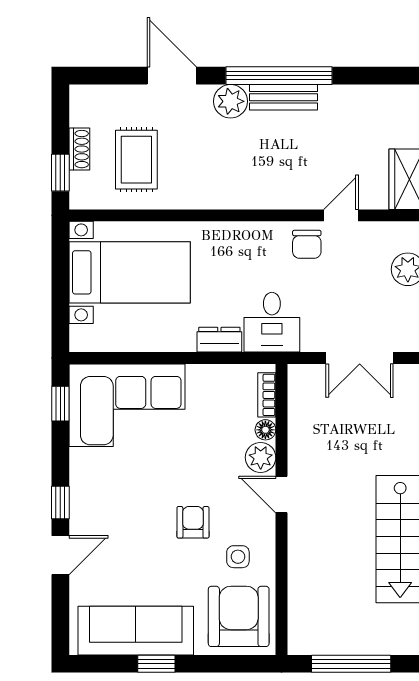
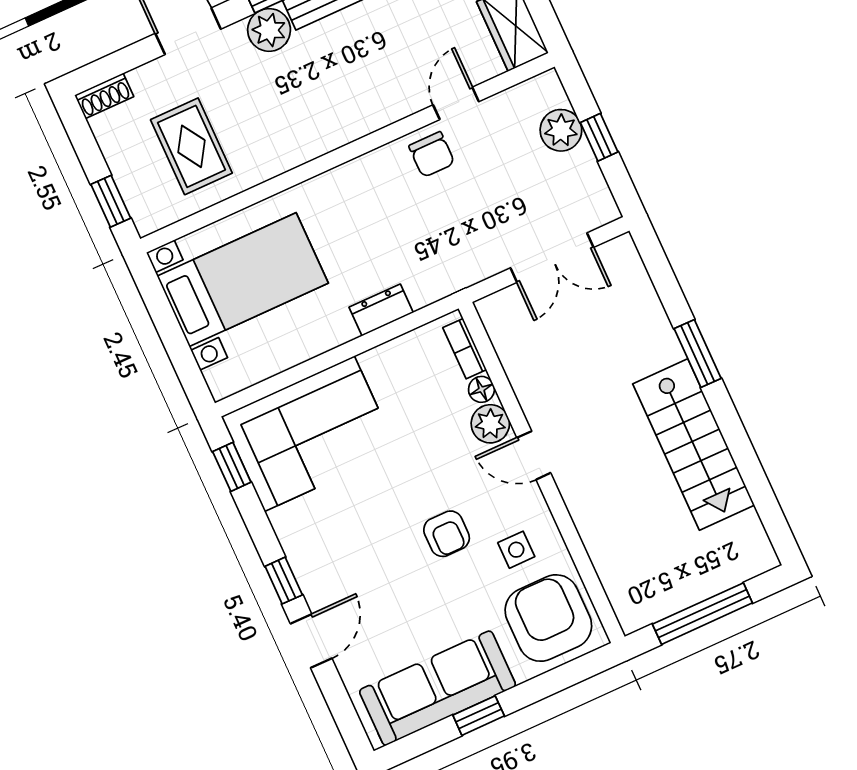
shoe rack: (79, 149) -> (104, 96), moved, turned 90
desk: (272, 322) -> (432, 262), removed
armchair: (193, 522) -> (447, 534), turned 180

